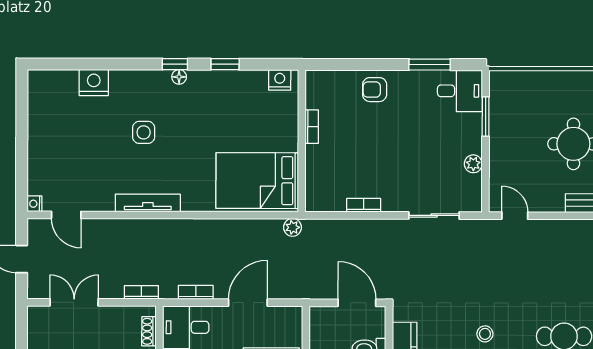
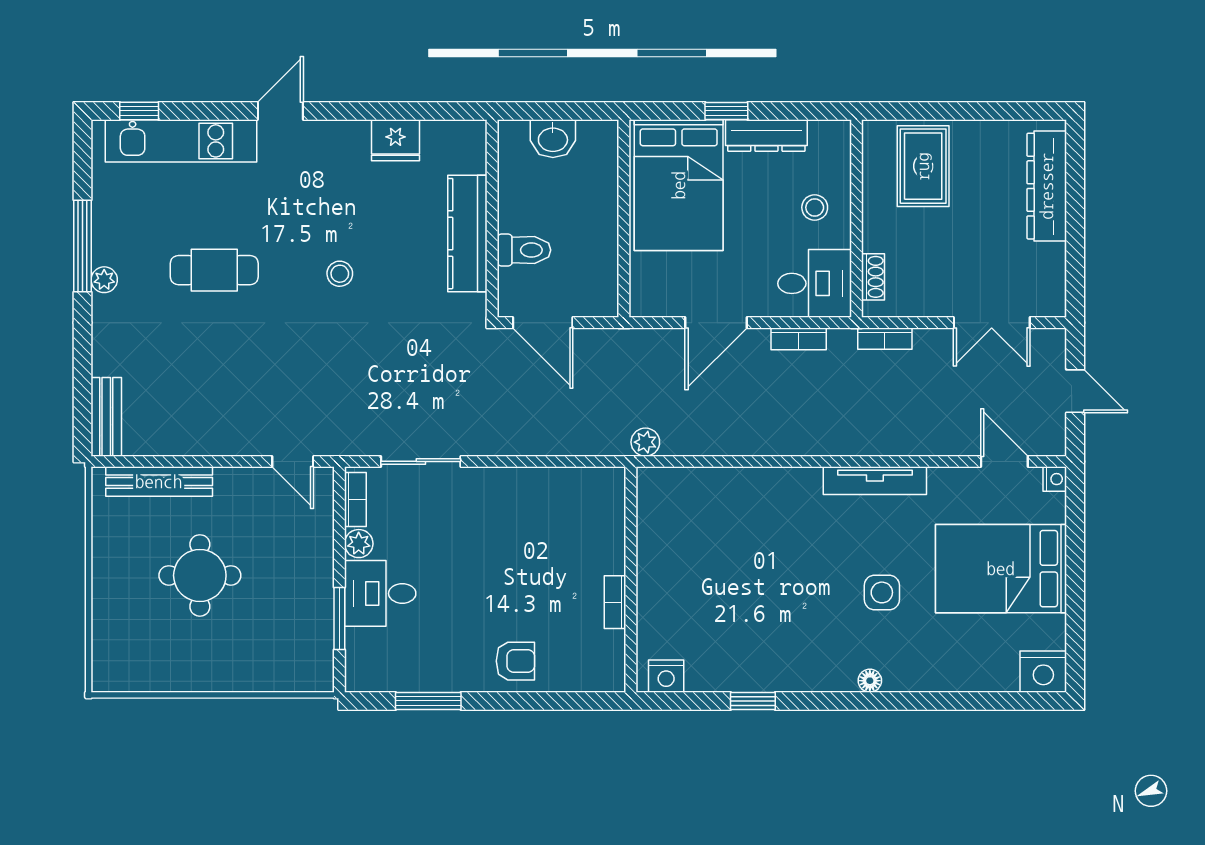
window: (175, 64) -> (832, 701), removed
floor lamp: (179, 77) -> (870, 681), moved
nightstand: (94, 82) -> (1043, 672), moved
desk: (460, 91) -> (380, 593), moved
bed: (257, 181) -> (1001, 569), moved, turned 180
bookcase: (364, 205) -> (355, 500), moved, turned -90

